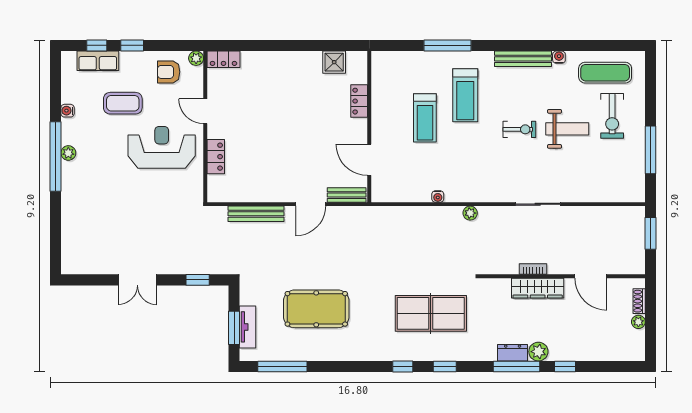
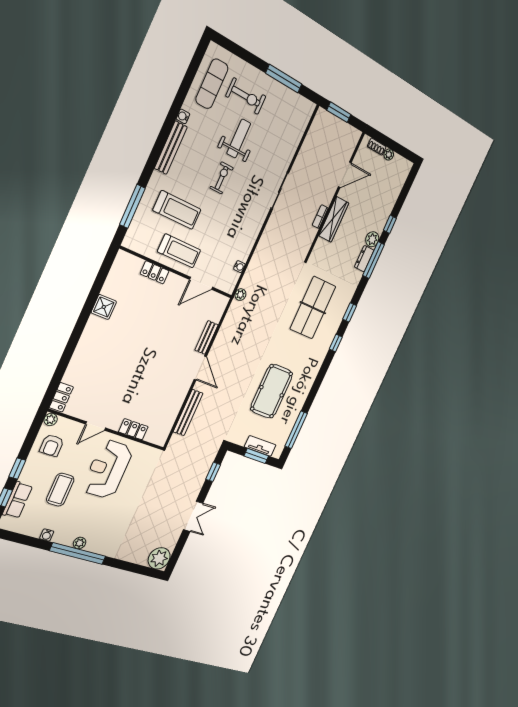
locker: (359, 101) -> (155, 272), moved
wall: (369, 127) -> (177, 273), moved
door: (369, 160) -> (201, 283), moved
plant: (470, 213) -> (240, 295), moved
plant: (75, 260) -> (159, 558), added

